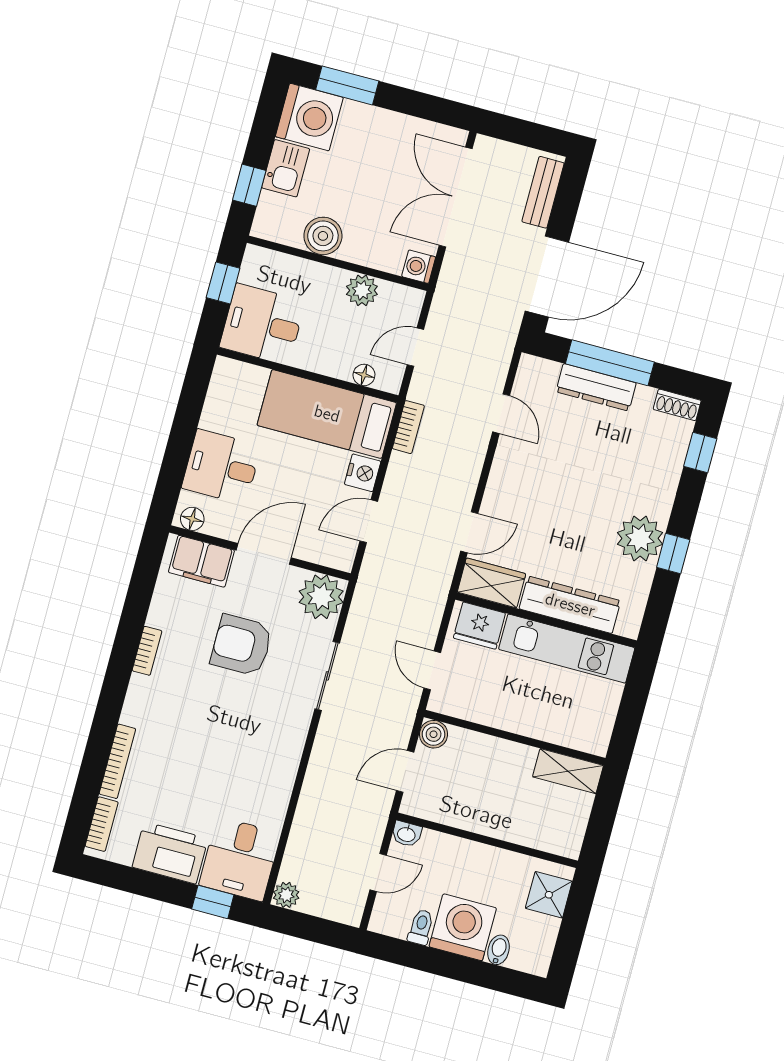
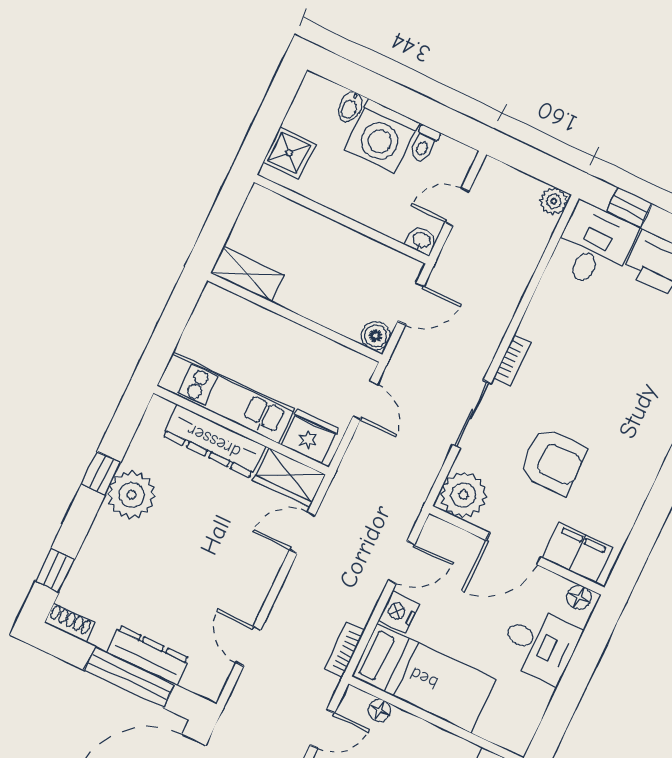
bookcase: (147, 651) -> (512, 360), moved, turned 180

